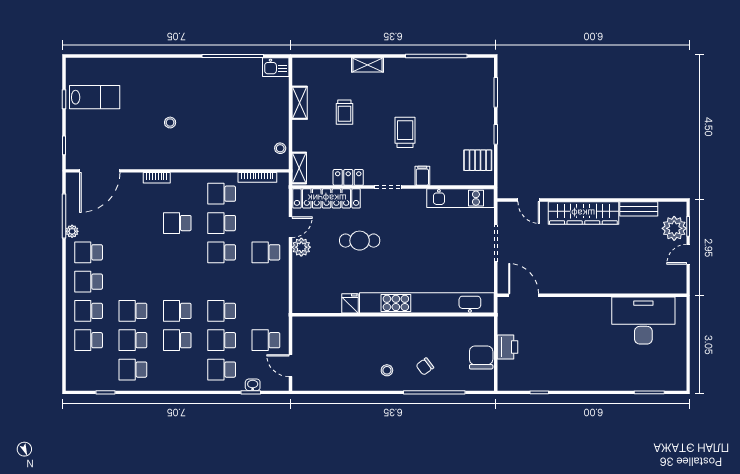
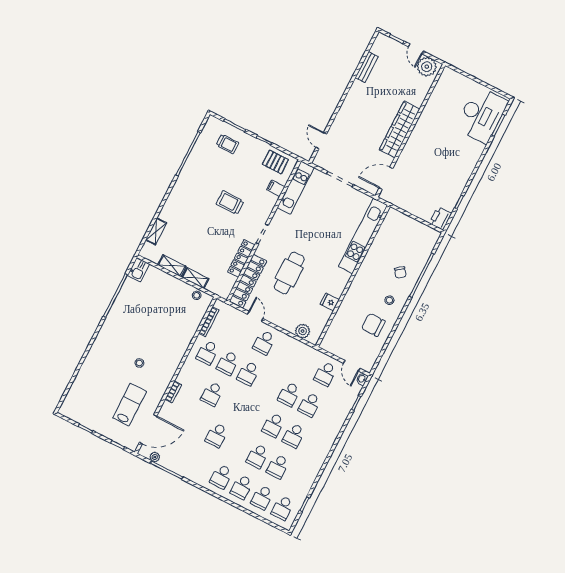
shelving: (367, 65) -> (156, 231), moved
lab bench: (95, 97) -> (130, 405), moved
trolley: (344, 112) -> (227, 144), moved
pallet: (478, 160) -> (275, 162), turned 90
shelving: (299, 168) -> (195, 278), moved
door: (100, 171) -> (148, 429), hinge flipped
filing cabinet: (422, 176) -> (276, 188), moved
locker: (348, 177) -> (241, 258), width x1.53
door: (529, 200) -> (321, 141), swing flipped
wardrobe: (583, 213) -> (399, 129), moved, turned 180
plant: (674, 228) -> (427, 67), moved
plant: (72, 231) -> (155, 457), moved
cafe table: (360, 241) -> (289, 273), width x1.37, depth x1.35
plant: (301, 247) -> (303, 331), moved
school desk: (89, 252) -> (217, 435), moved
kitchen unit: (427, 303) -> (363, 236), width x0.73
desk: (643, 321) -> (482, 115), moved, turned 180
printer: (507, 347) -> (440, 218), moved, turned -90
chair: (481, 357) -> (373, 325), moved
door: (290, 366) -> (352, 366), hinge flipped
school desk: (133, 370) -> (282, 508), moved
school desk: (222, 370) -> (330, 415), removed
washbasin: (253, 385) -> (362, 379), moved

